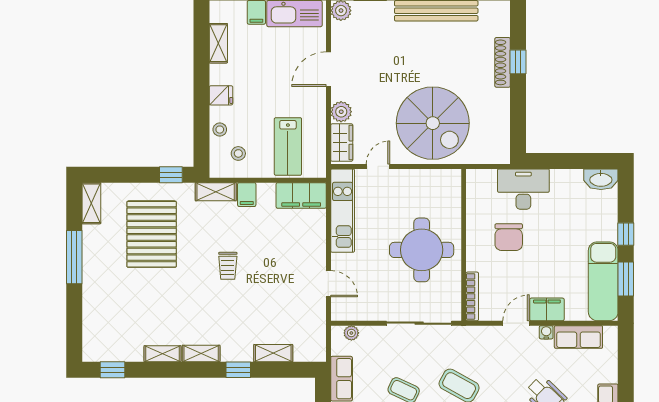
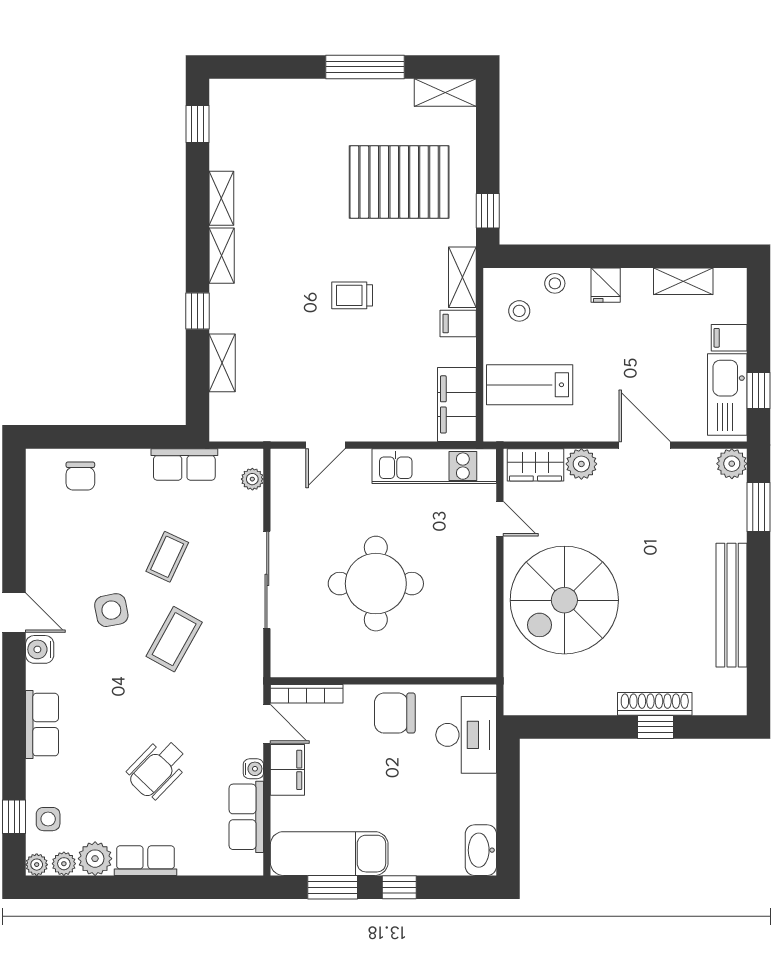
wall: (464, 245) -> (383, 681), moved
bookcase: (472, 296) -> (307, 694), moved

